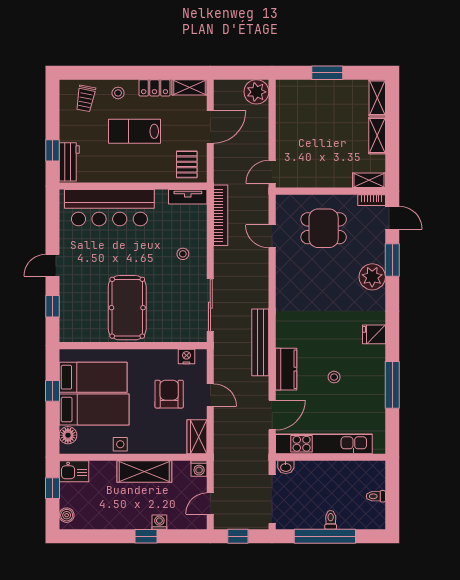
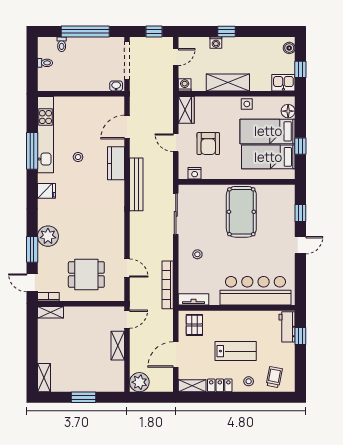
shelving: (377, 135) -> (118, 346), moved
kitchen unit: (324, 444) -> (45, 135), moved, turned -90
toilet: (331, 520) -> (62, 44), moved

